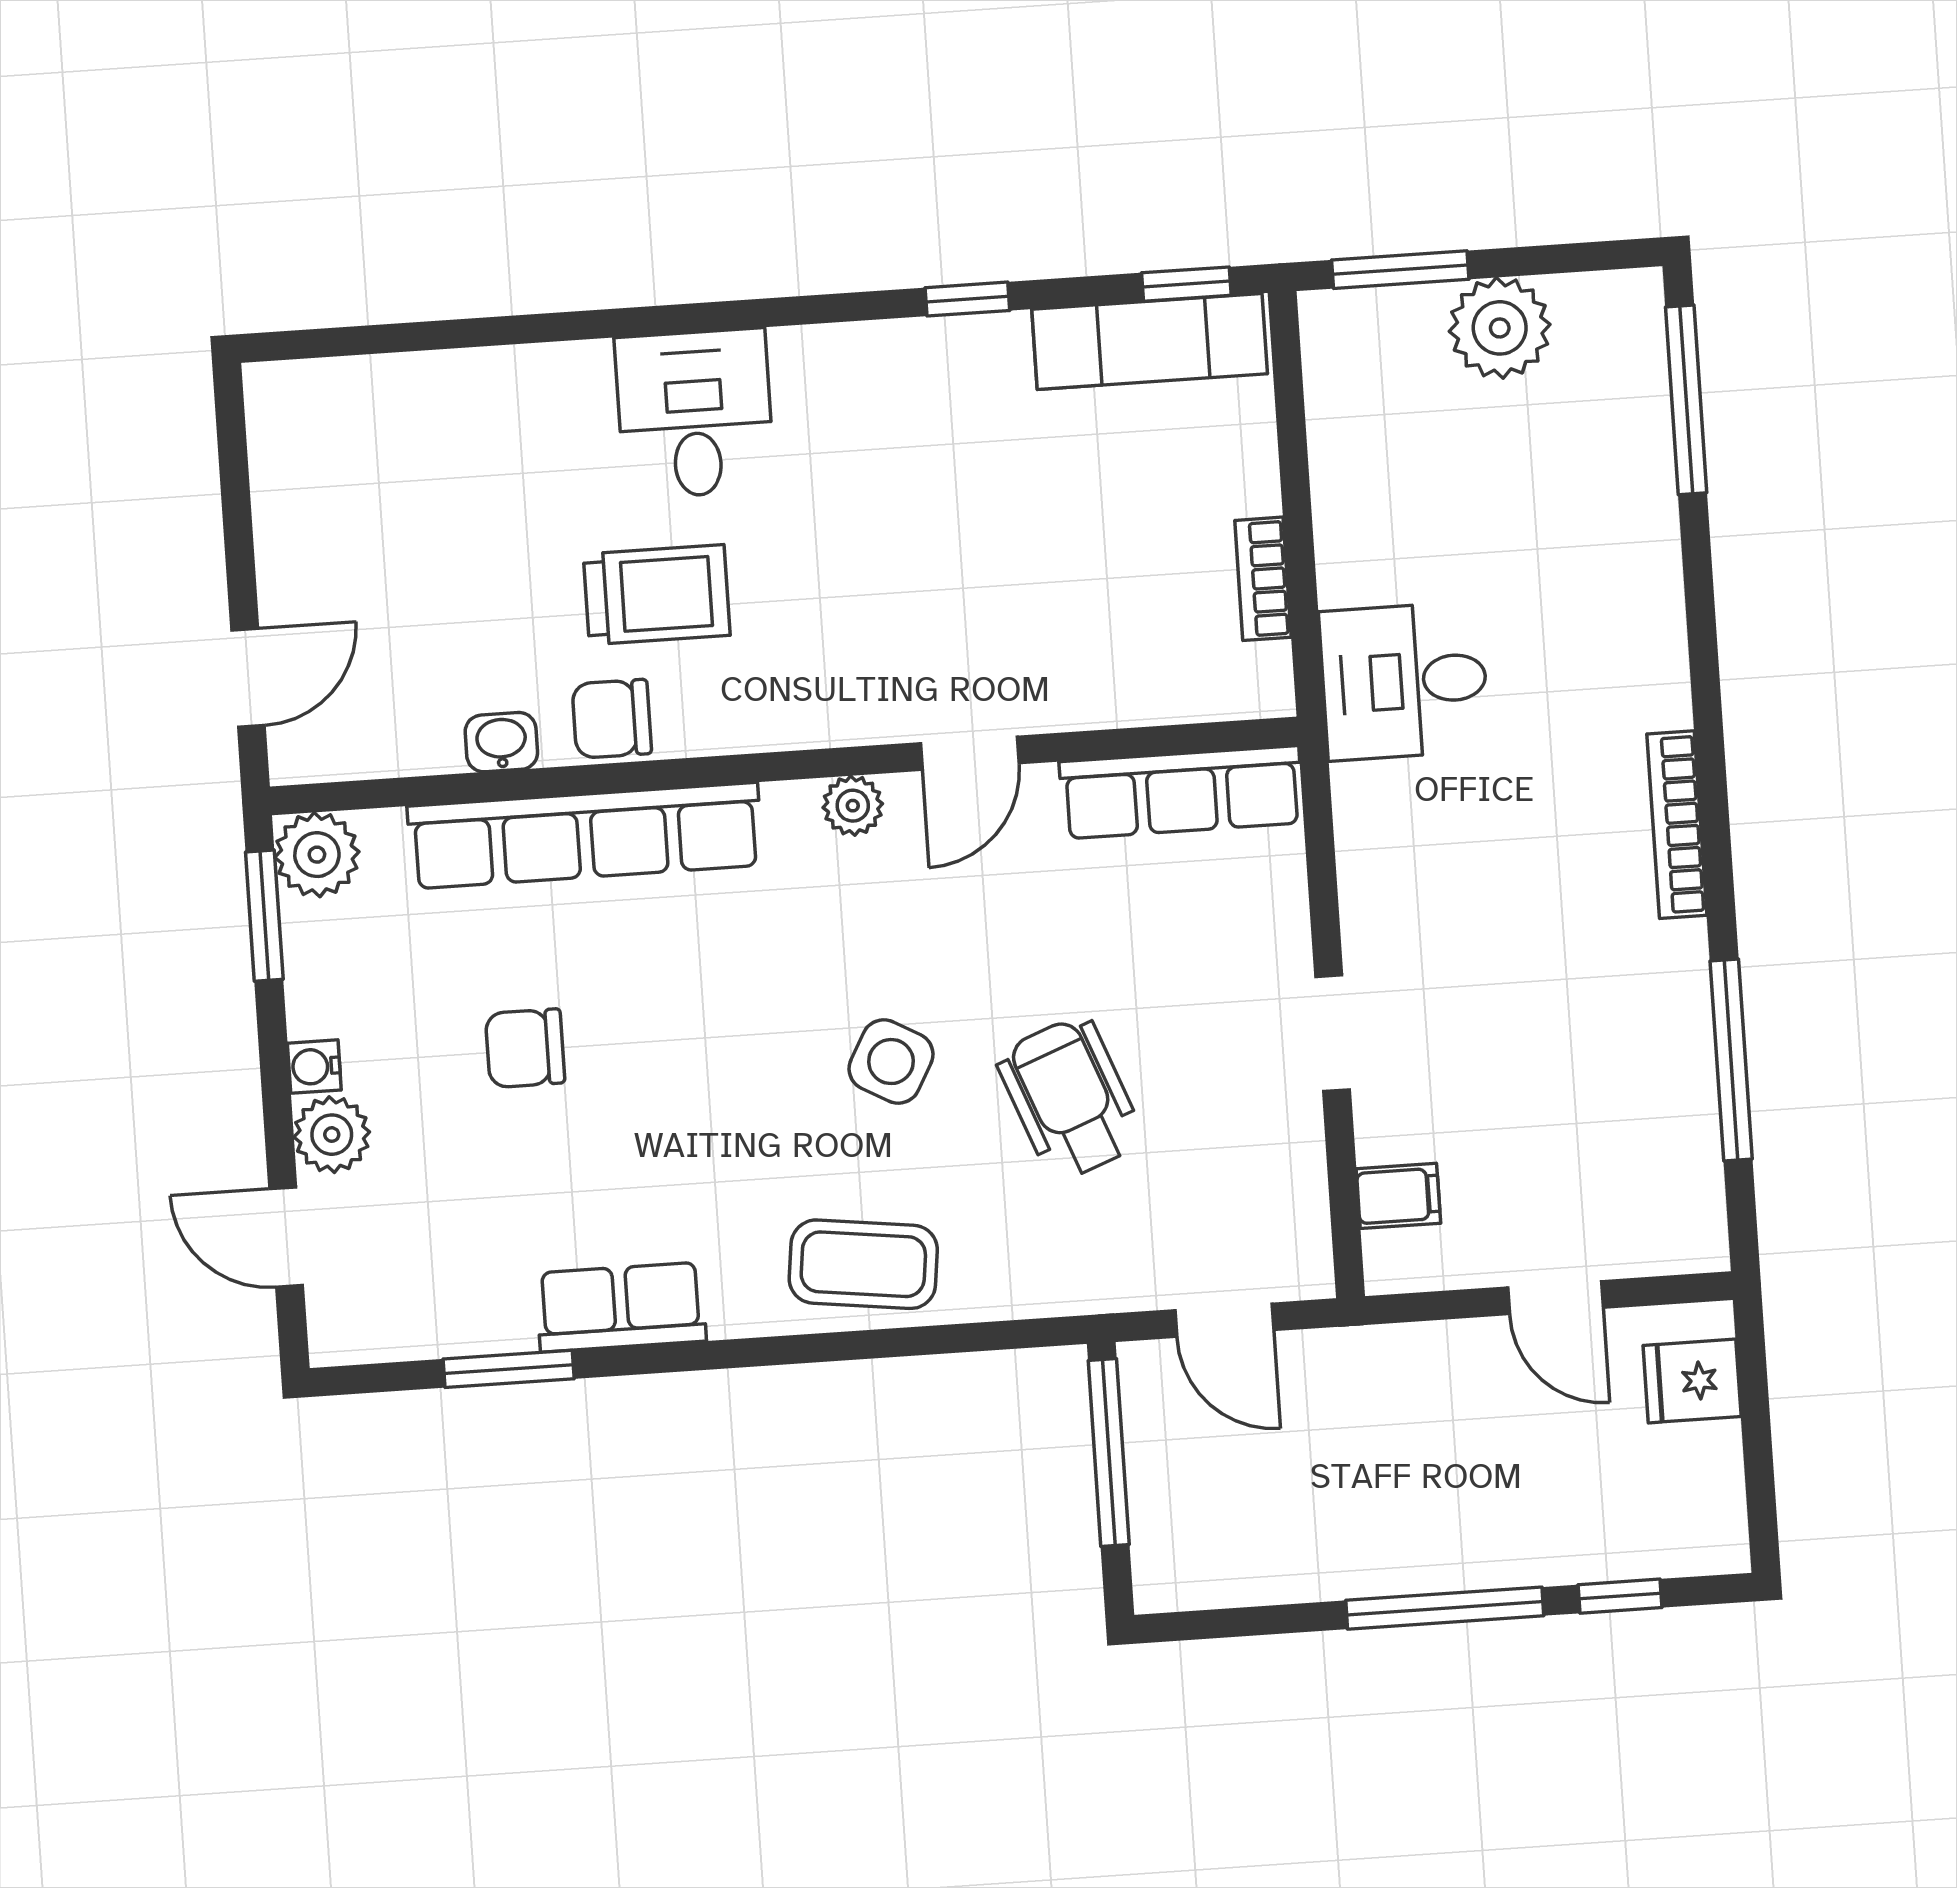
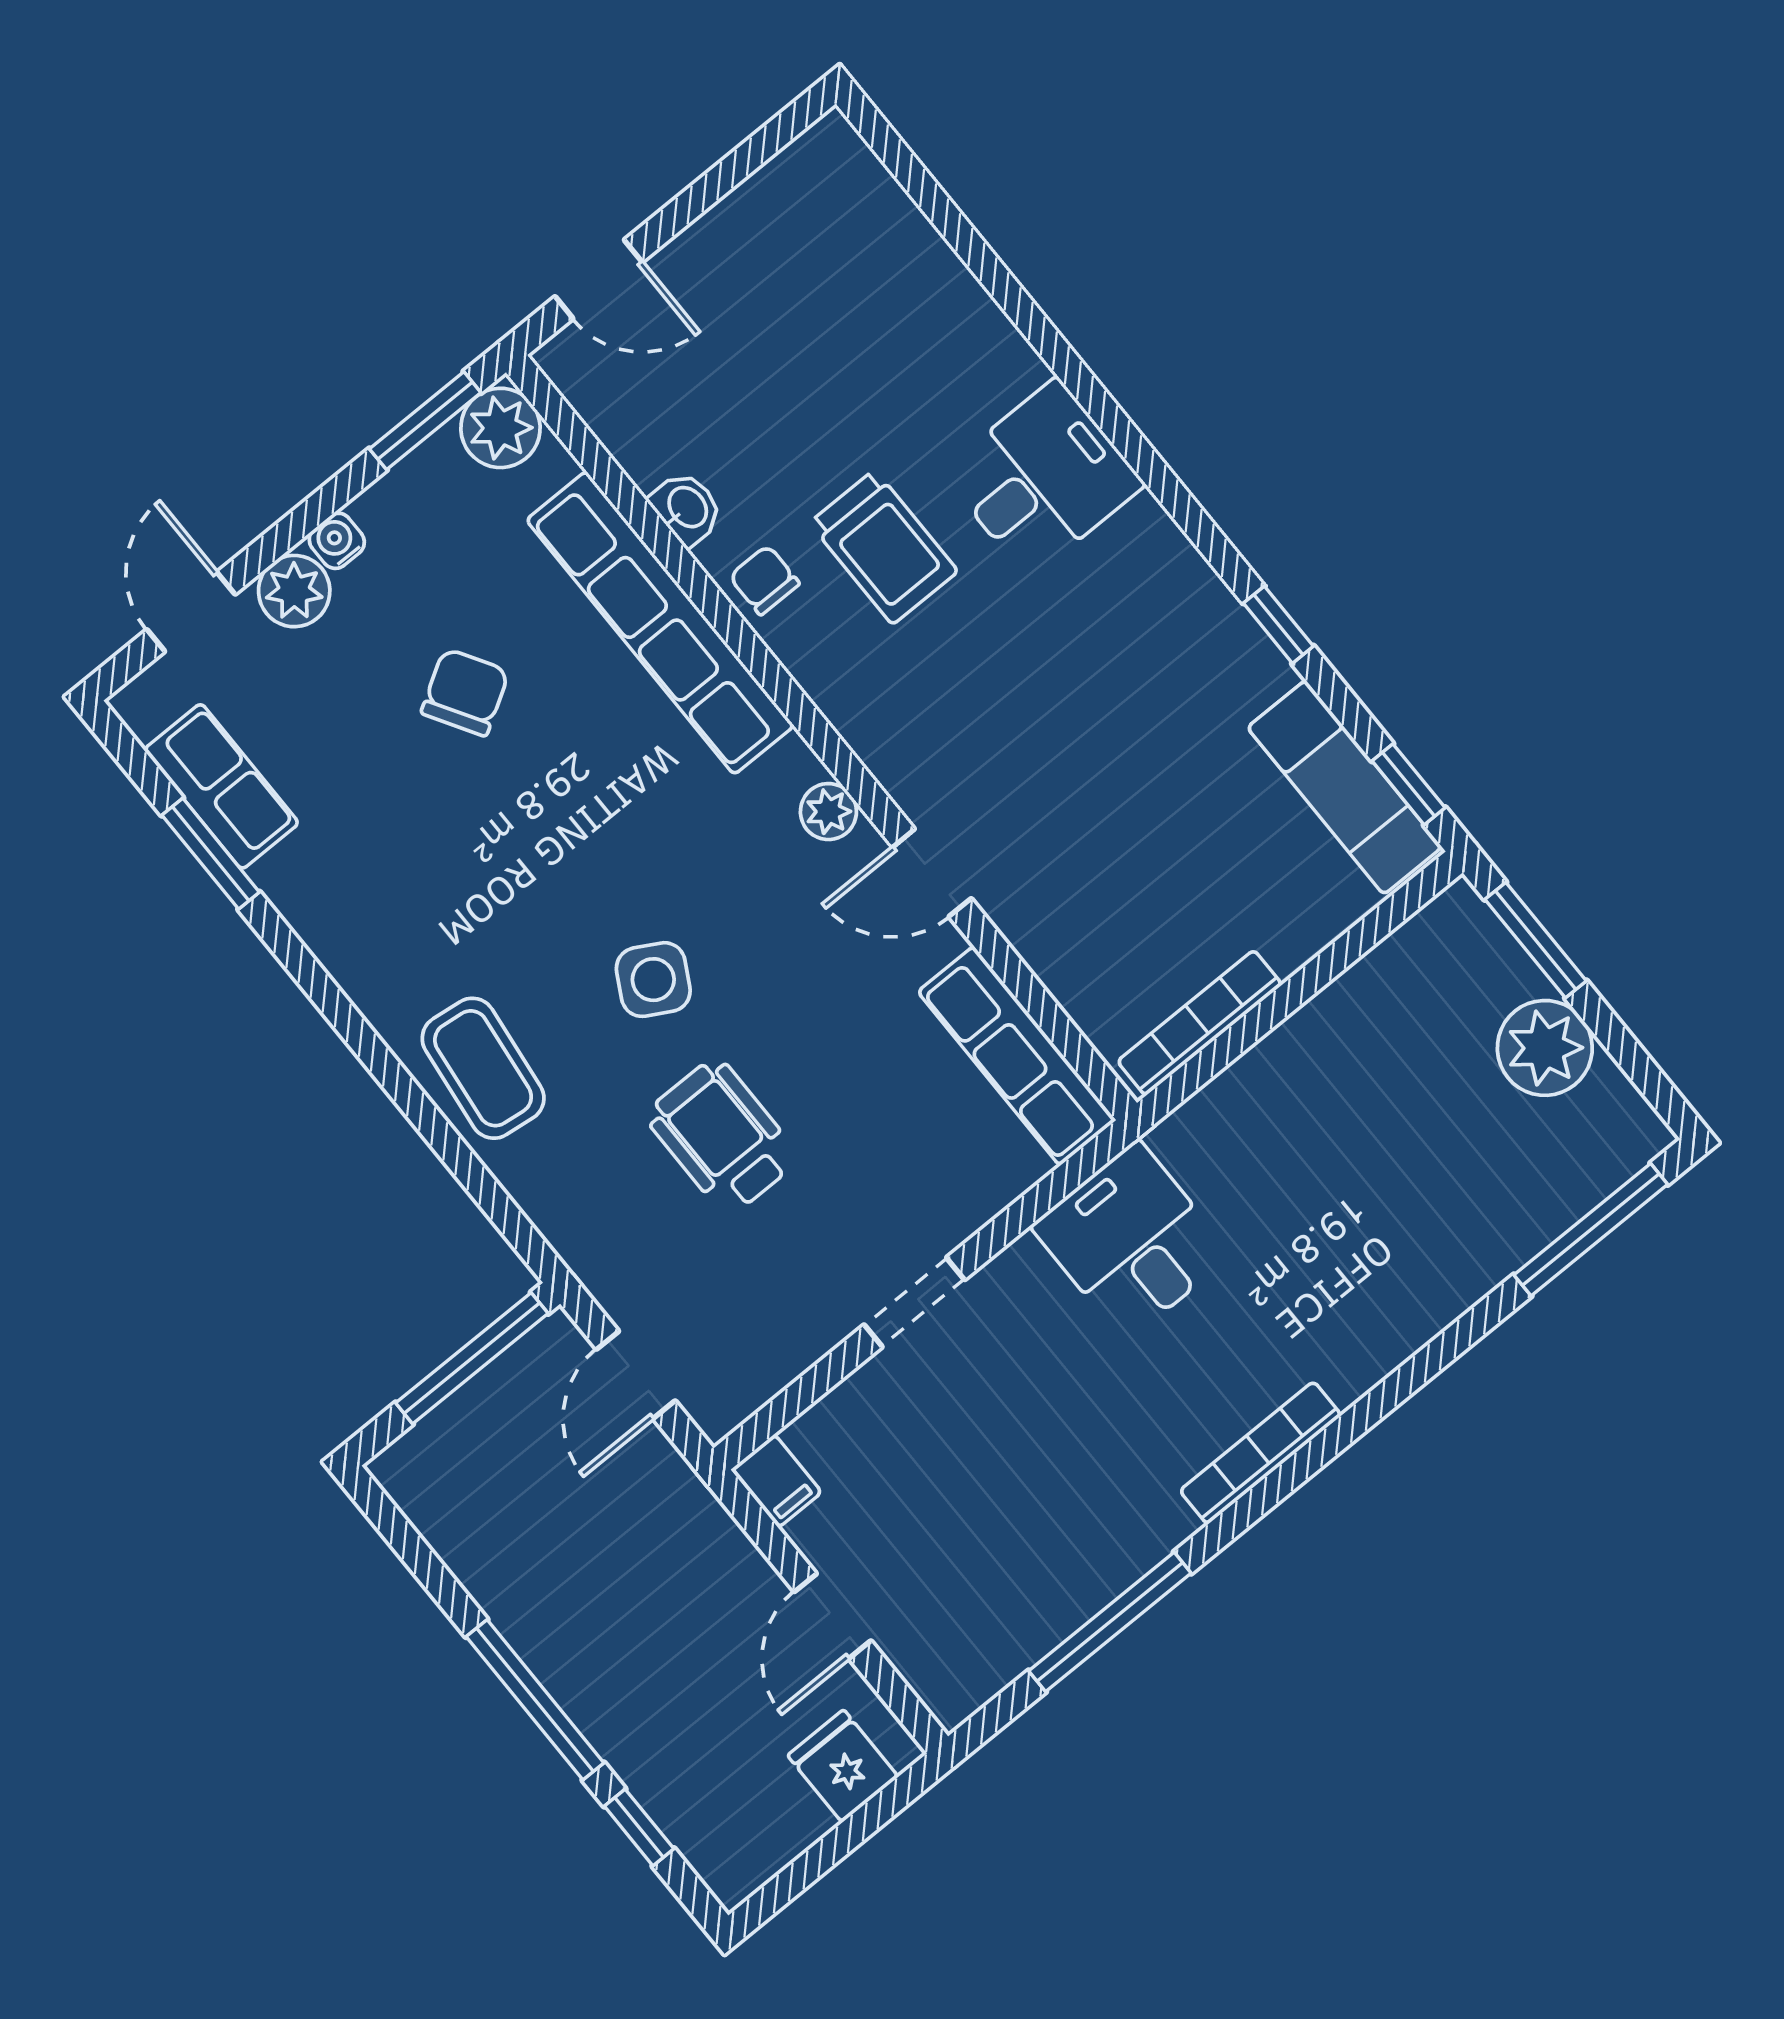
bookcase: (1263, 579) -> (1200, 1023), width x1.56
desk: (1404, 681) -> (1132, 1241), moved
chair: (612, 719) -> (764, 580), width x0.73, depth x0.73
chair: (525, 1048) -> (465, 692), turned 59
wheelchair: (1070, 1098) -> (722, 1136), turned -69
filing cabinet: (1398, 1196) -> (776, 1481), moved
row of seats: (621, 1307) -> (221, 786), moved

